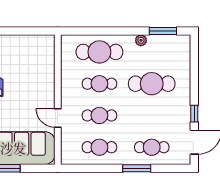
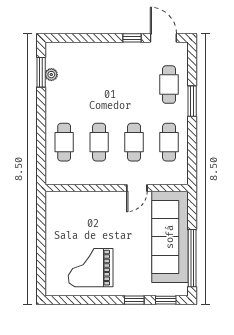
plant: (141, 40) -> (51, 75), moved
cafe table: (99, 52) -> (64, 142), width x0.73, depth x0.74
cafe table: (152, 84) -> (99, 85), removed

